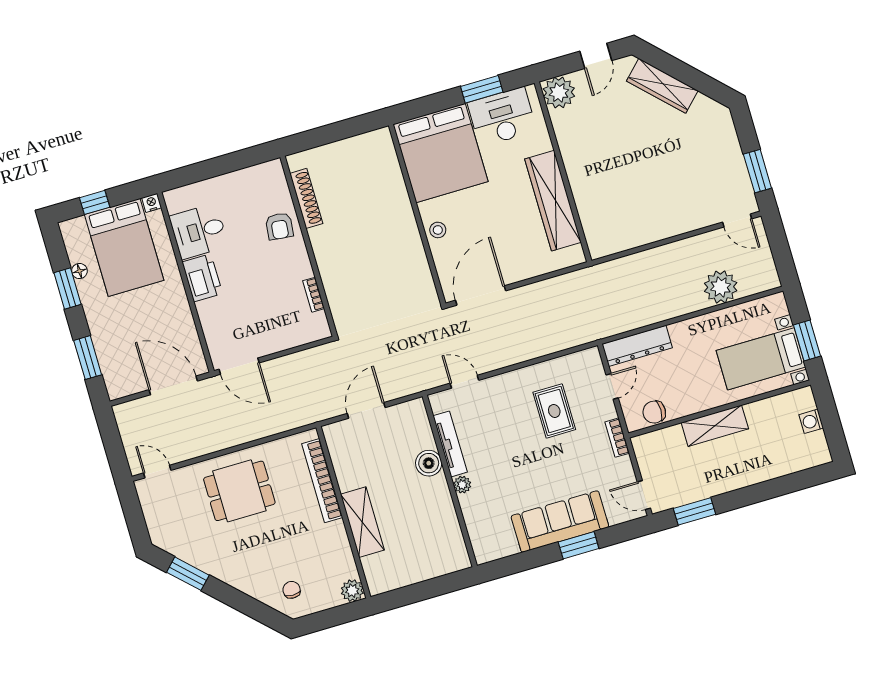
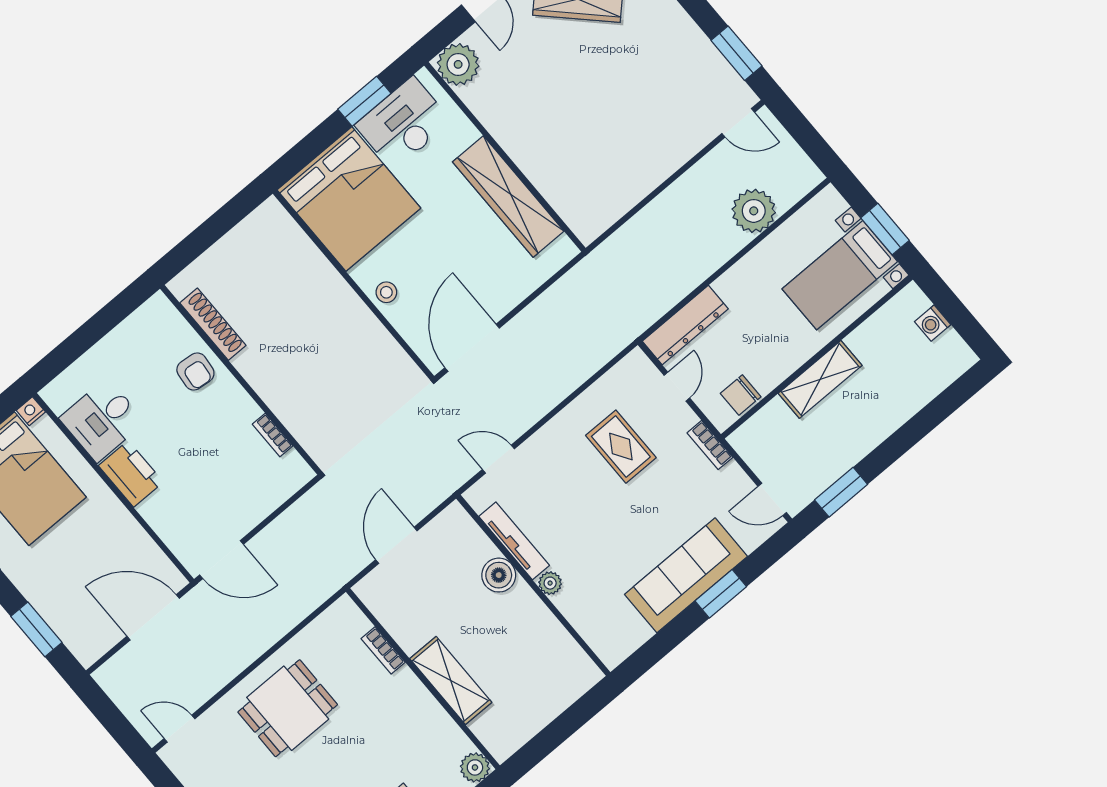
bookcase: (322, 481) -> (383, 650), width x0.43, depth x0.76

